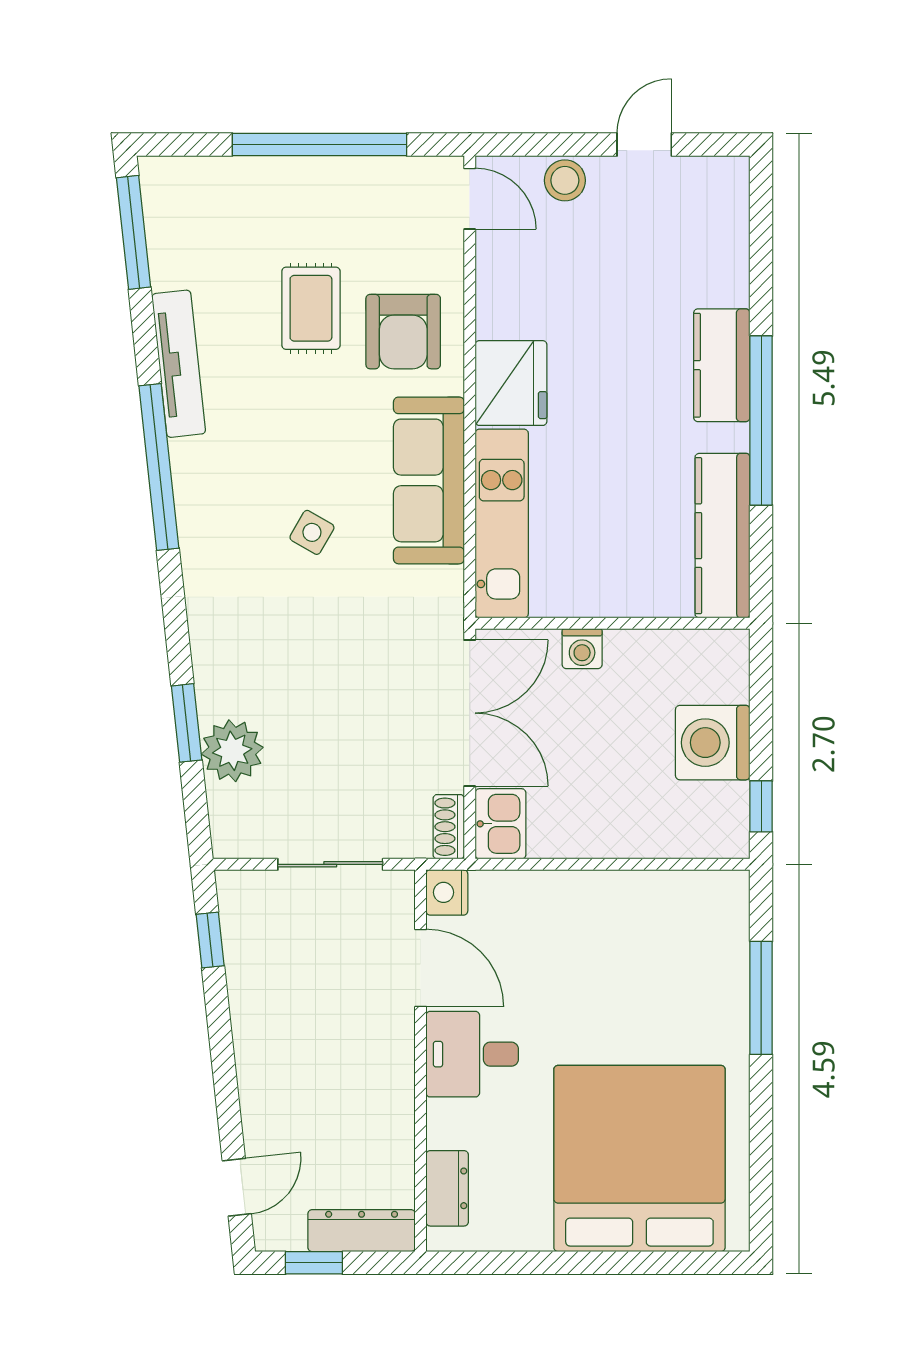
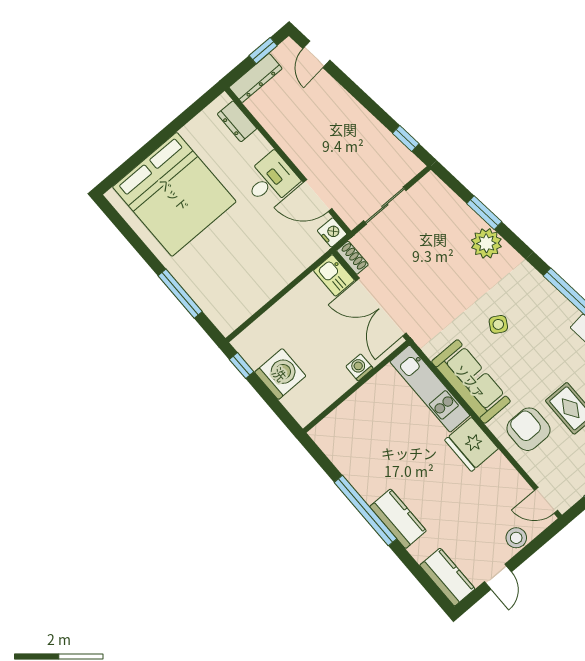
kitchen counter: (722, 536) -> (447, 577), moved, width x0.67
plant: (232, 751) -> (486, 243), moved

